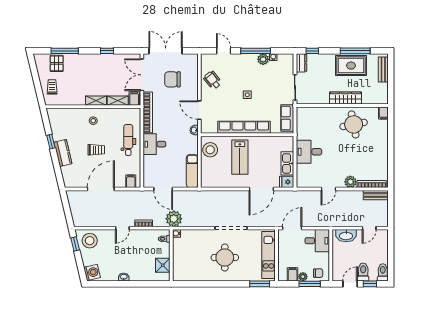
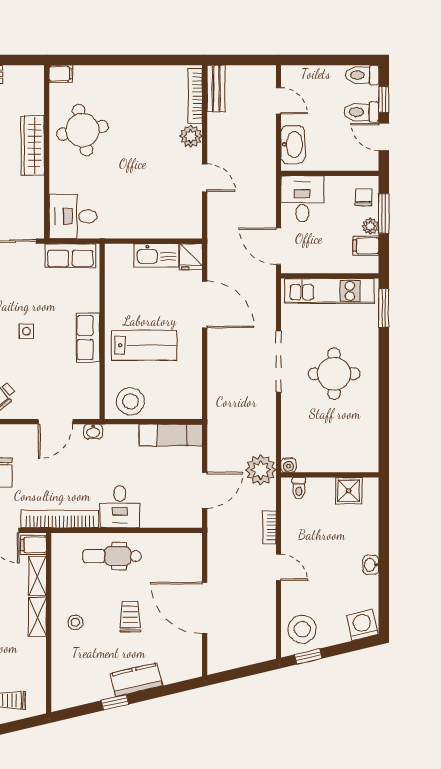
row of seats: (244, 127) -> (88, 338), width x0.50
desk: (309, 152) -> (73, 216), moved, turned 90
filing cabinet: (131, 181) -> (190, 551), removed

